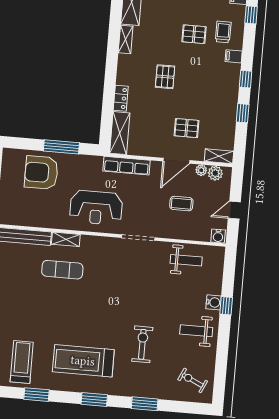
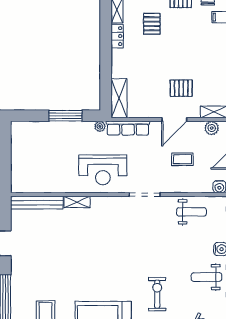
pallet: (165, 77) -> (152, 24), moved
locker: (121, 98) -> (117, 36), moved
plant: (201, 170) -> (100, 126), moved
armchair: (41, 173) -> (49, 141), removed
exercise mat: (62, 270) -> (76, 231), removed

